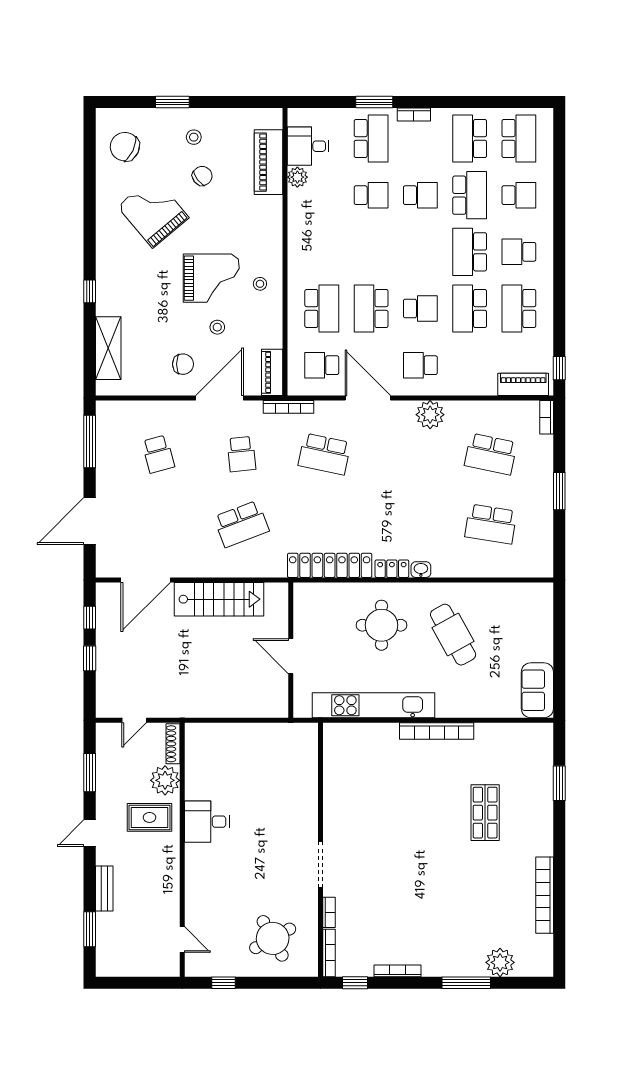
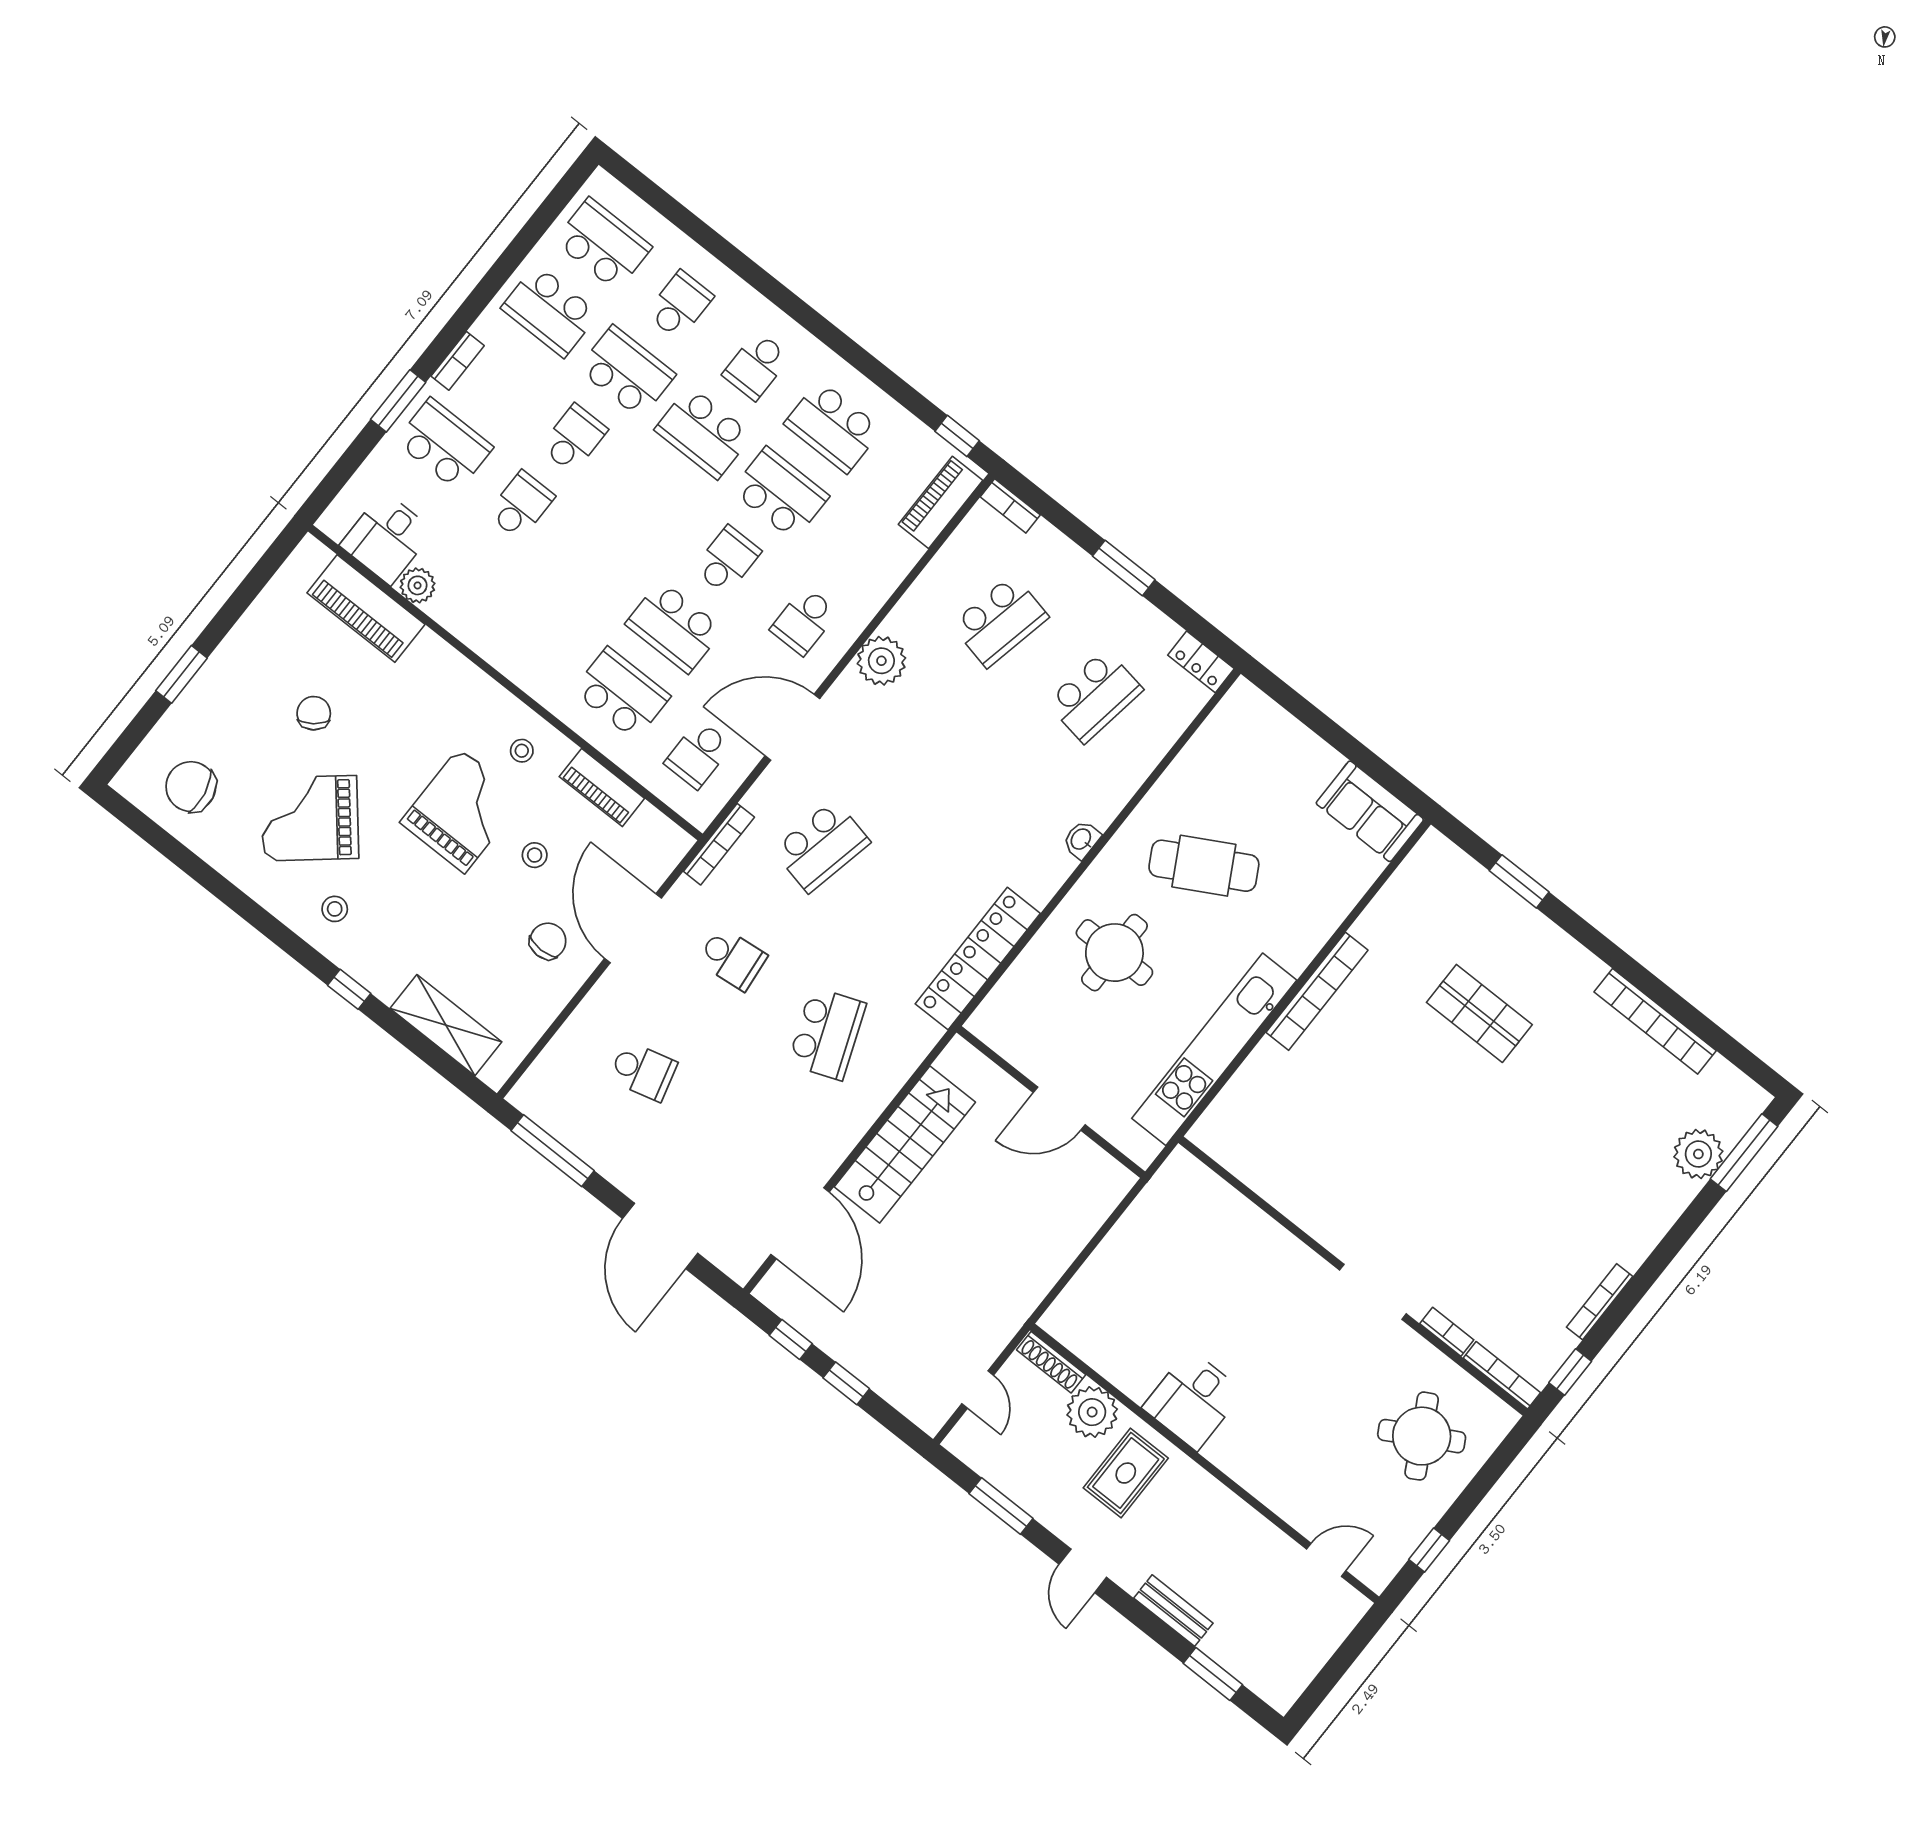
stool: (194, 137) -> (335, 909), moved
chair: (125, 147) -> (191, 787), turned 54
school desk: (470, 308) -> (780, 493), turned 180
piano: (272, 372) -> (602, 787), moved
locker: (392, 569) -> (1201, 662), moved, turned -90
window: (466, 983) -> (1744, 1153), moved

